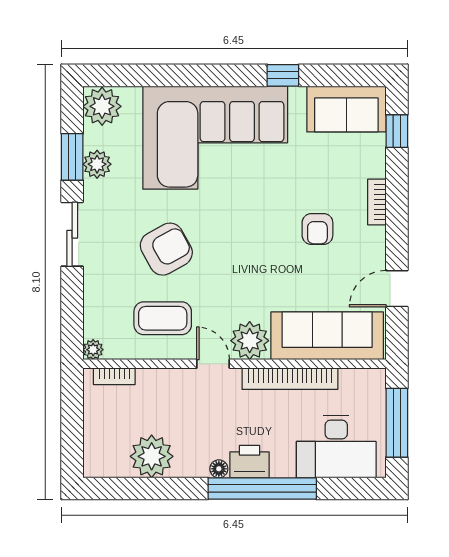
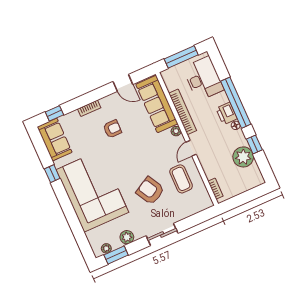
plant: (102, 106) -> (106, 248), width x0.53, depth x0.53
window: (72, 157) -> (116, 255), moved
plant: (250, 341) -> (176, 131), width x0.53, depth x0.53
plant: (93, 350) -> (208, 203), removed
window: (166, 488) -> (254, 144), added

